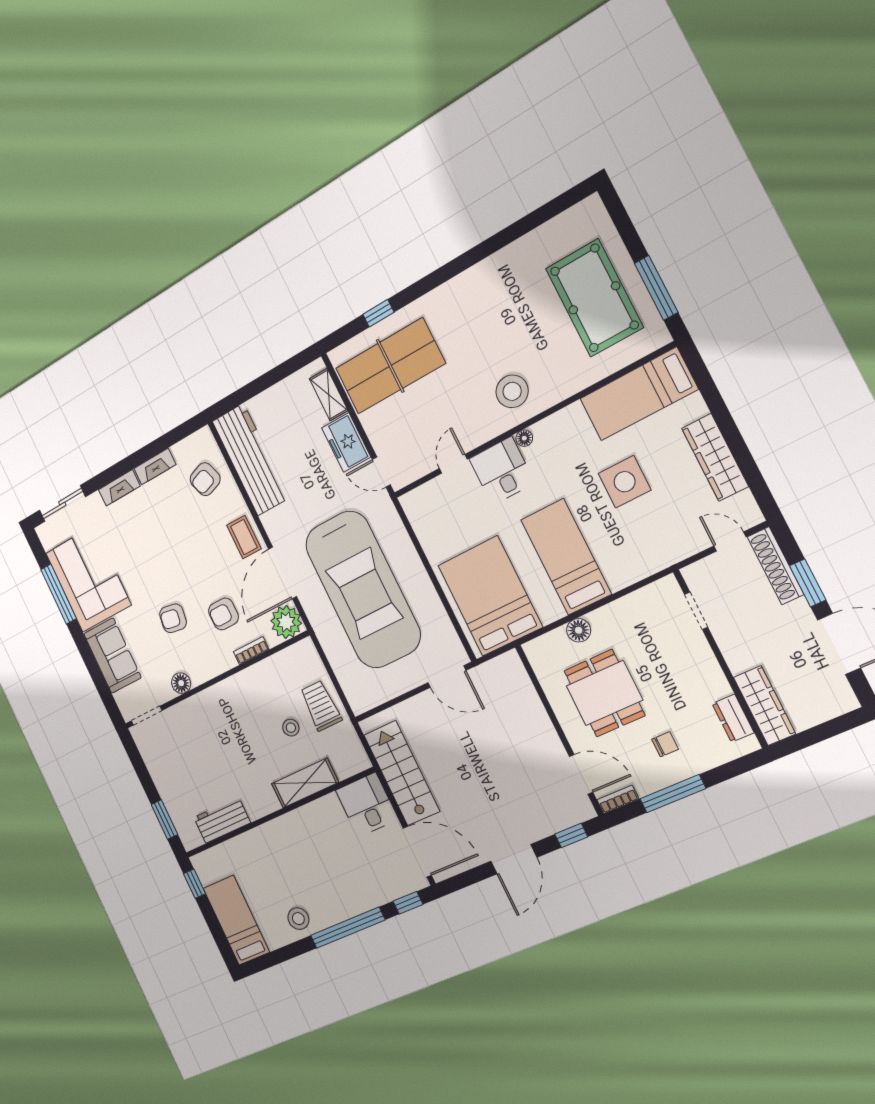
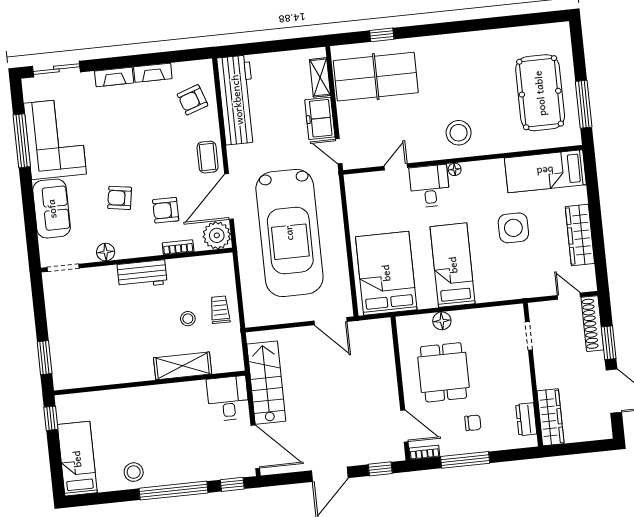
trolley: (321, 706) -> (220, 310), width x0.73, depth x0.72
workbench: (222, 820) -> (142, 274), moved, turned 180

